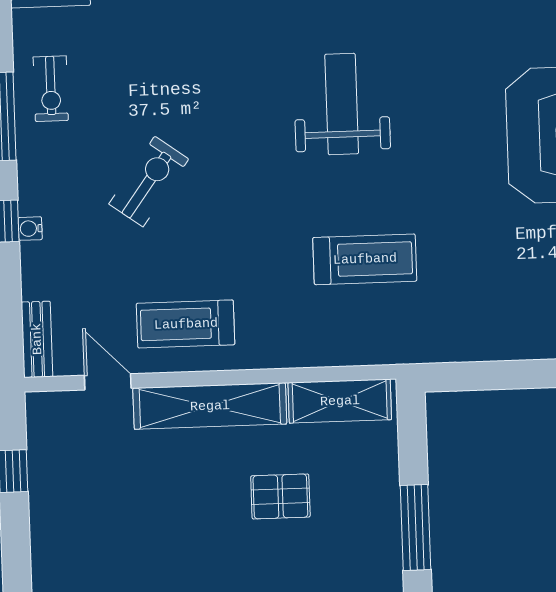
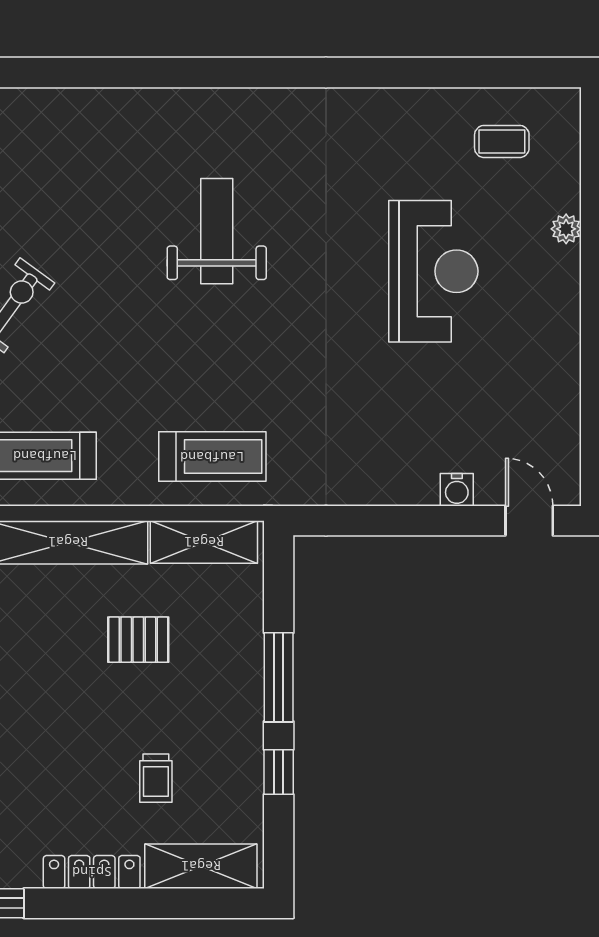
treadmill: (365, 259) -> (212, 457), moved

